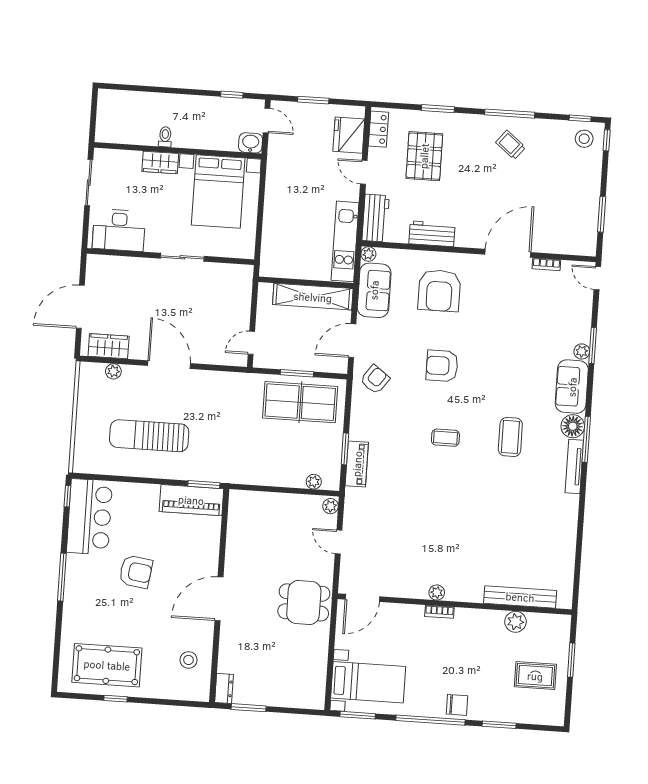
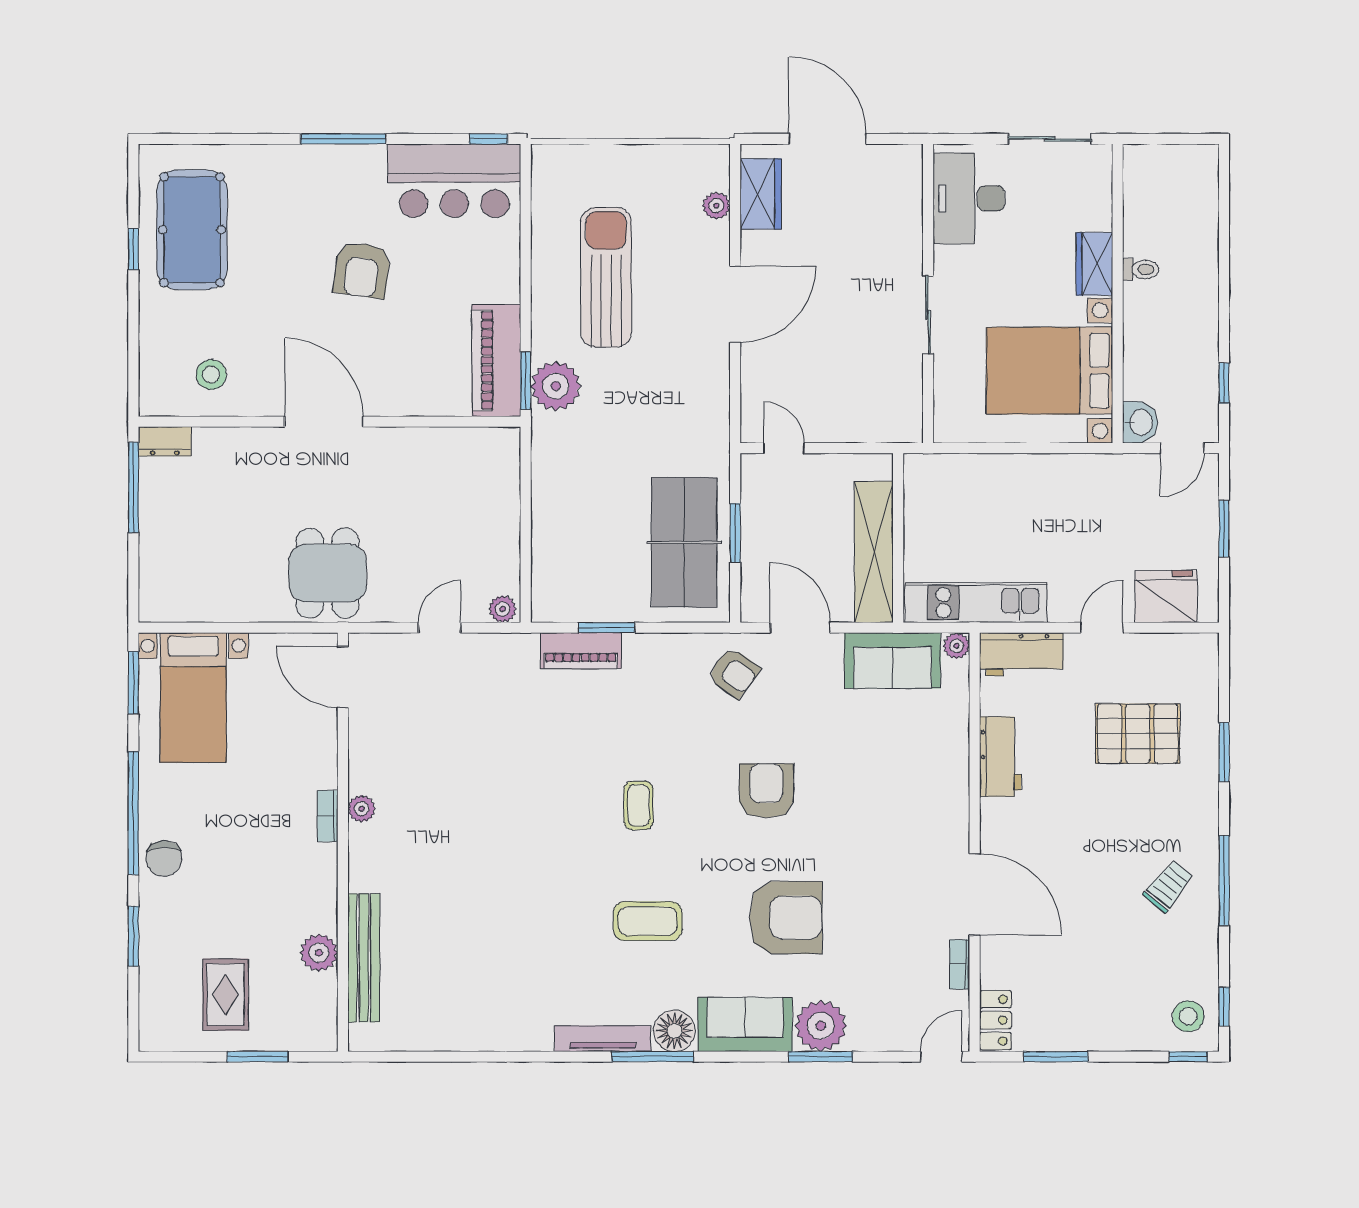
locker: (378, 129) -> (996, 1020), moved, turned -90
armchair: (439, 291) -> (786, 918), moved, turned 180
plant: (582, 351) -> (821, 1026), width x1.88, depth x1.88
plant: (314, 482) -> (556, 386), moved, width x1.87, depth x1.87
window: (249, 708) -> (133, 487), width x1.44

